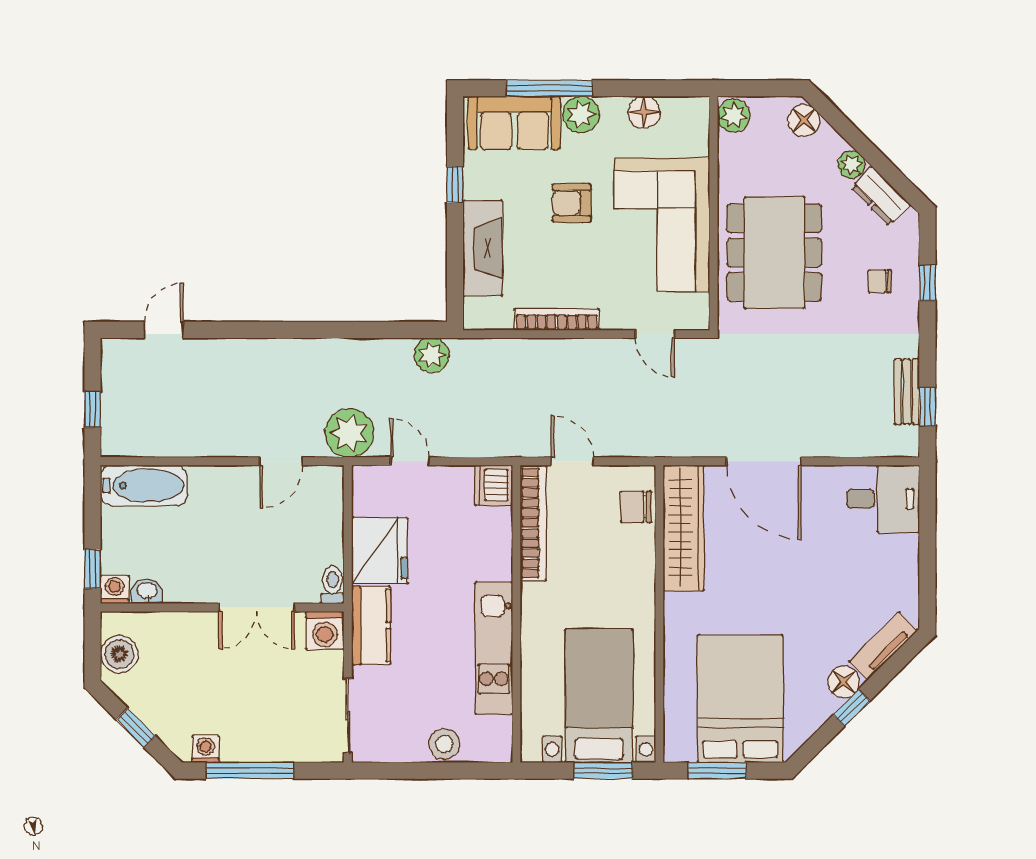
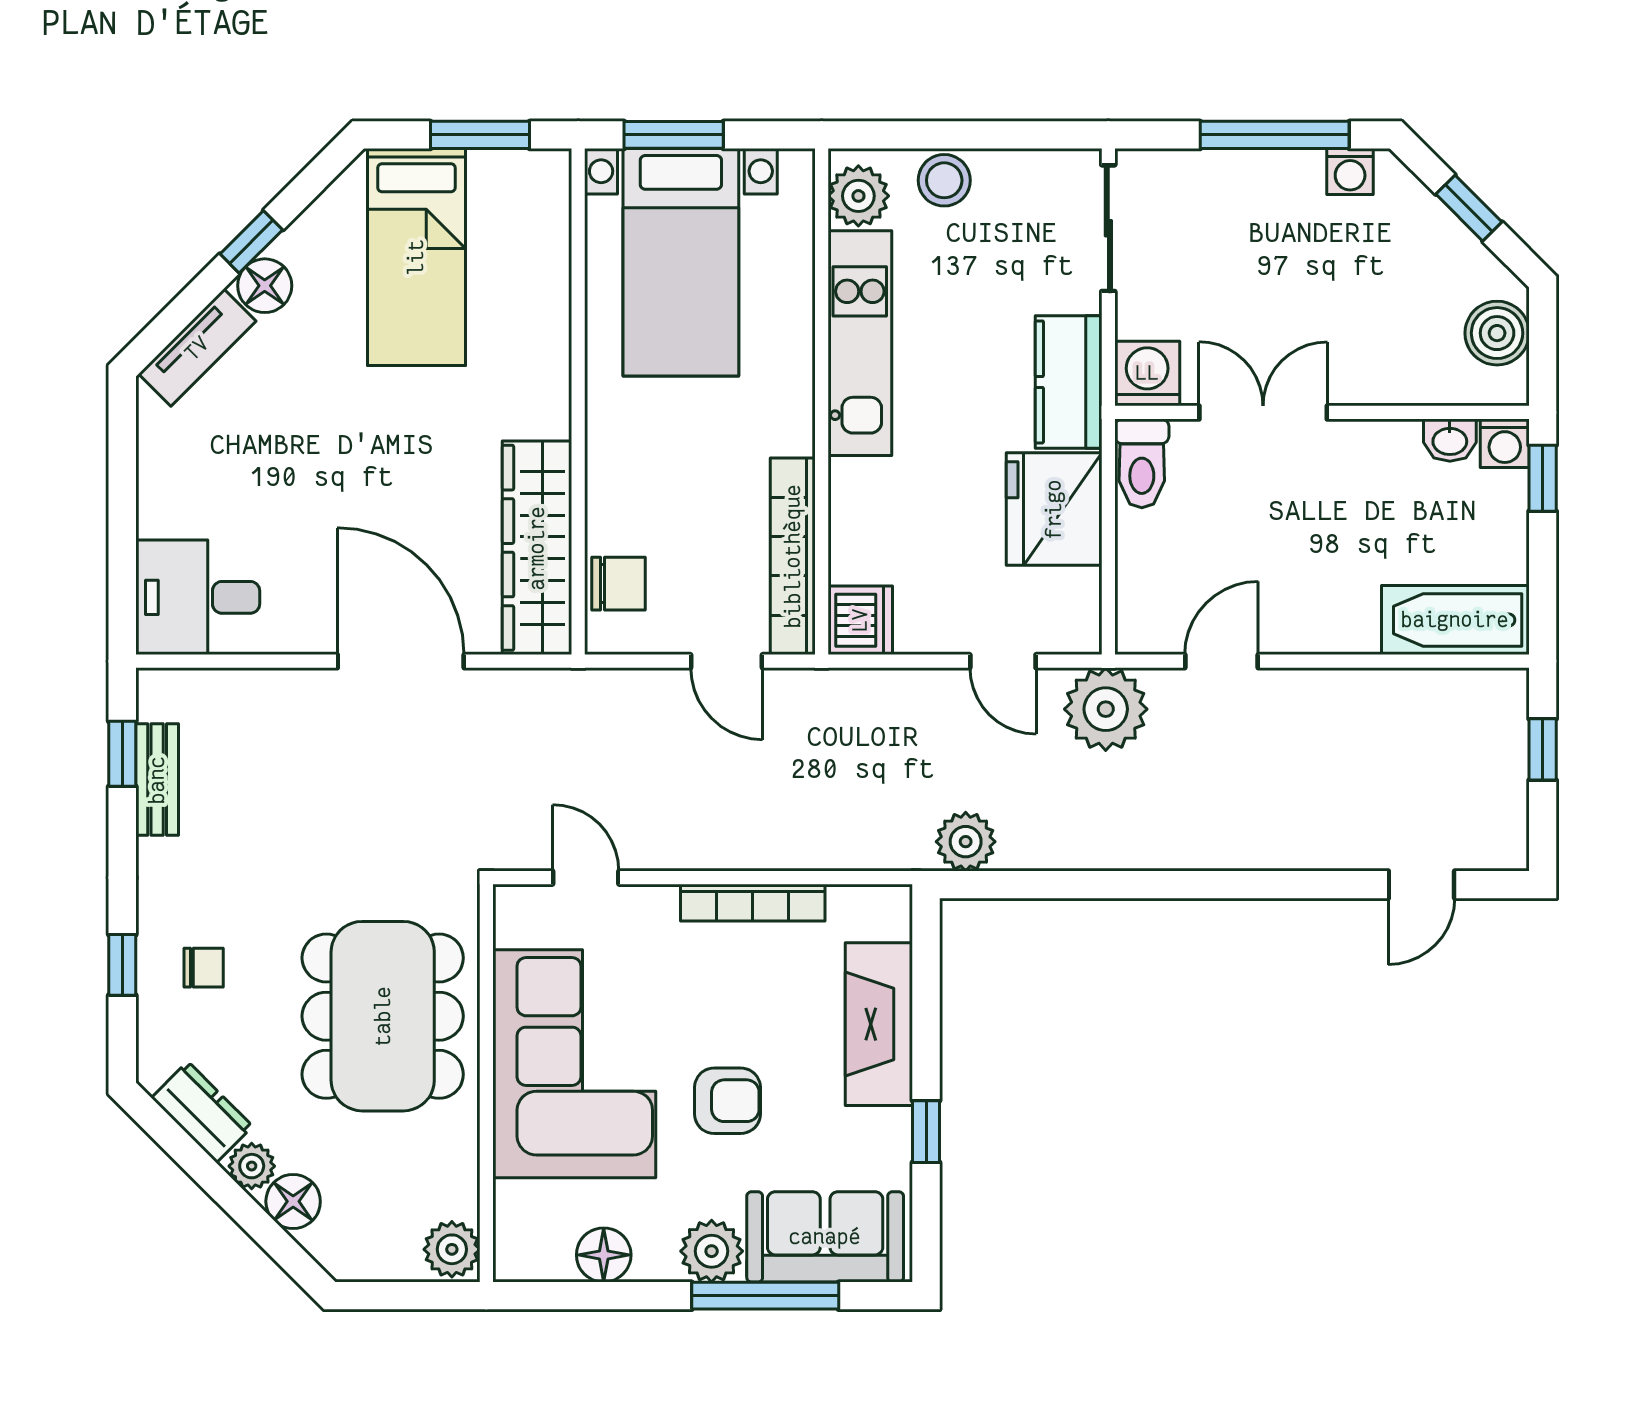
floor lamp: (804, 120) -> (293, 1201), moved
toilet: (332, 585) -> (1142, 463), width x1.37, depth x1.39
bed: (740, 699) -> (416, 257), width x0.67
plant: (495, 735) -> (858, 196), added

